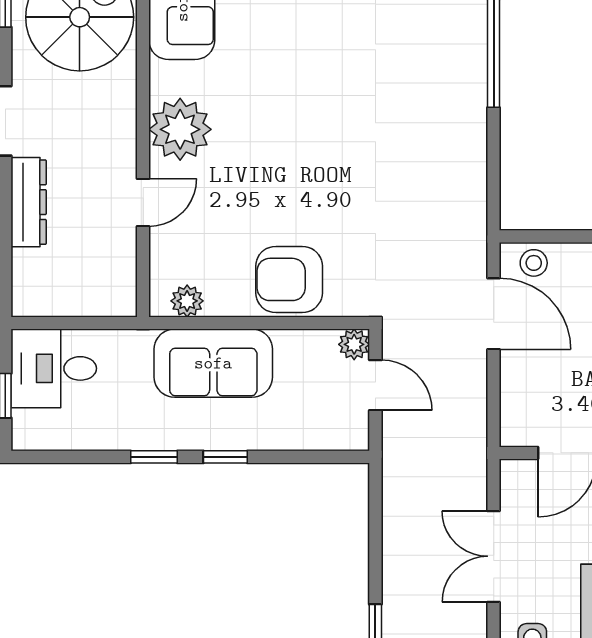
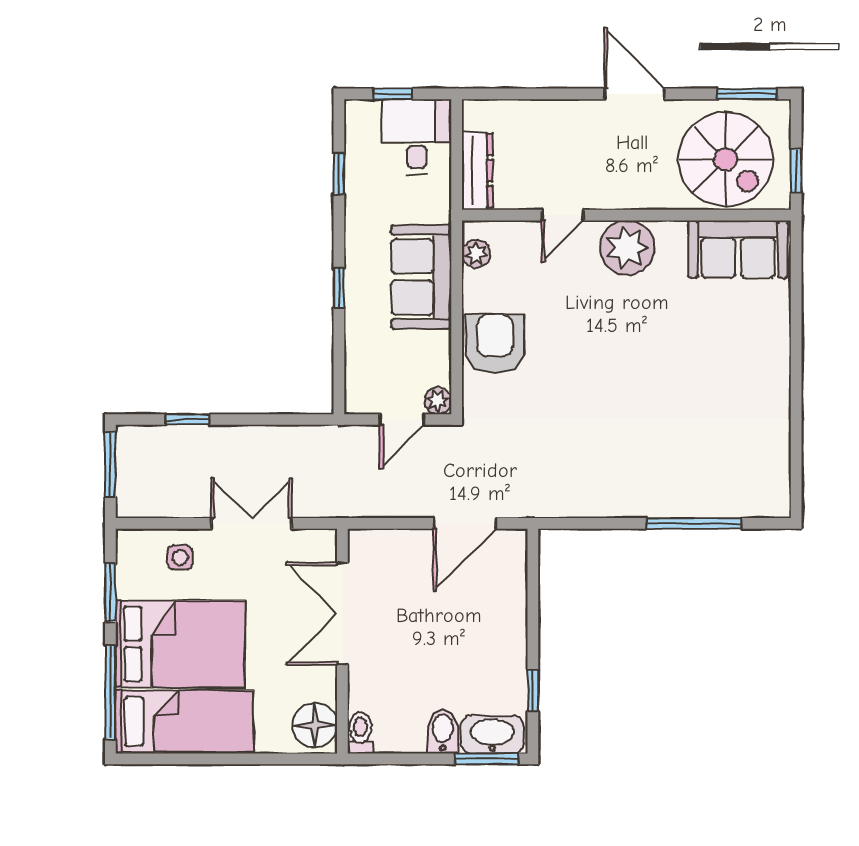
dresser: (29, 202) -> (477, 171), moved, turned -90
door: (143, 202) -> (563, 215), hinge flipped
stool: (534, 263) -> (510, 559), removed
window: (154, 457) -> (339, 174), moved

